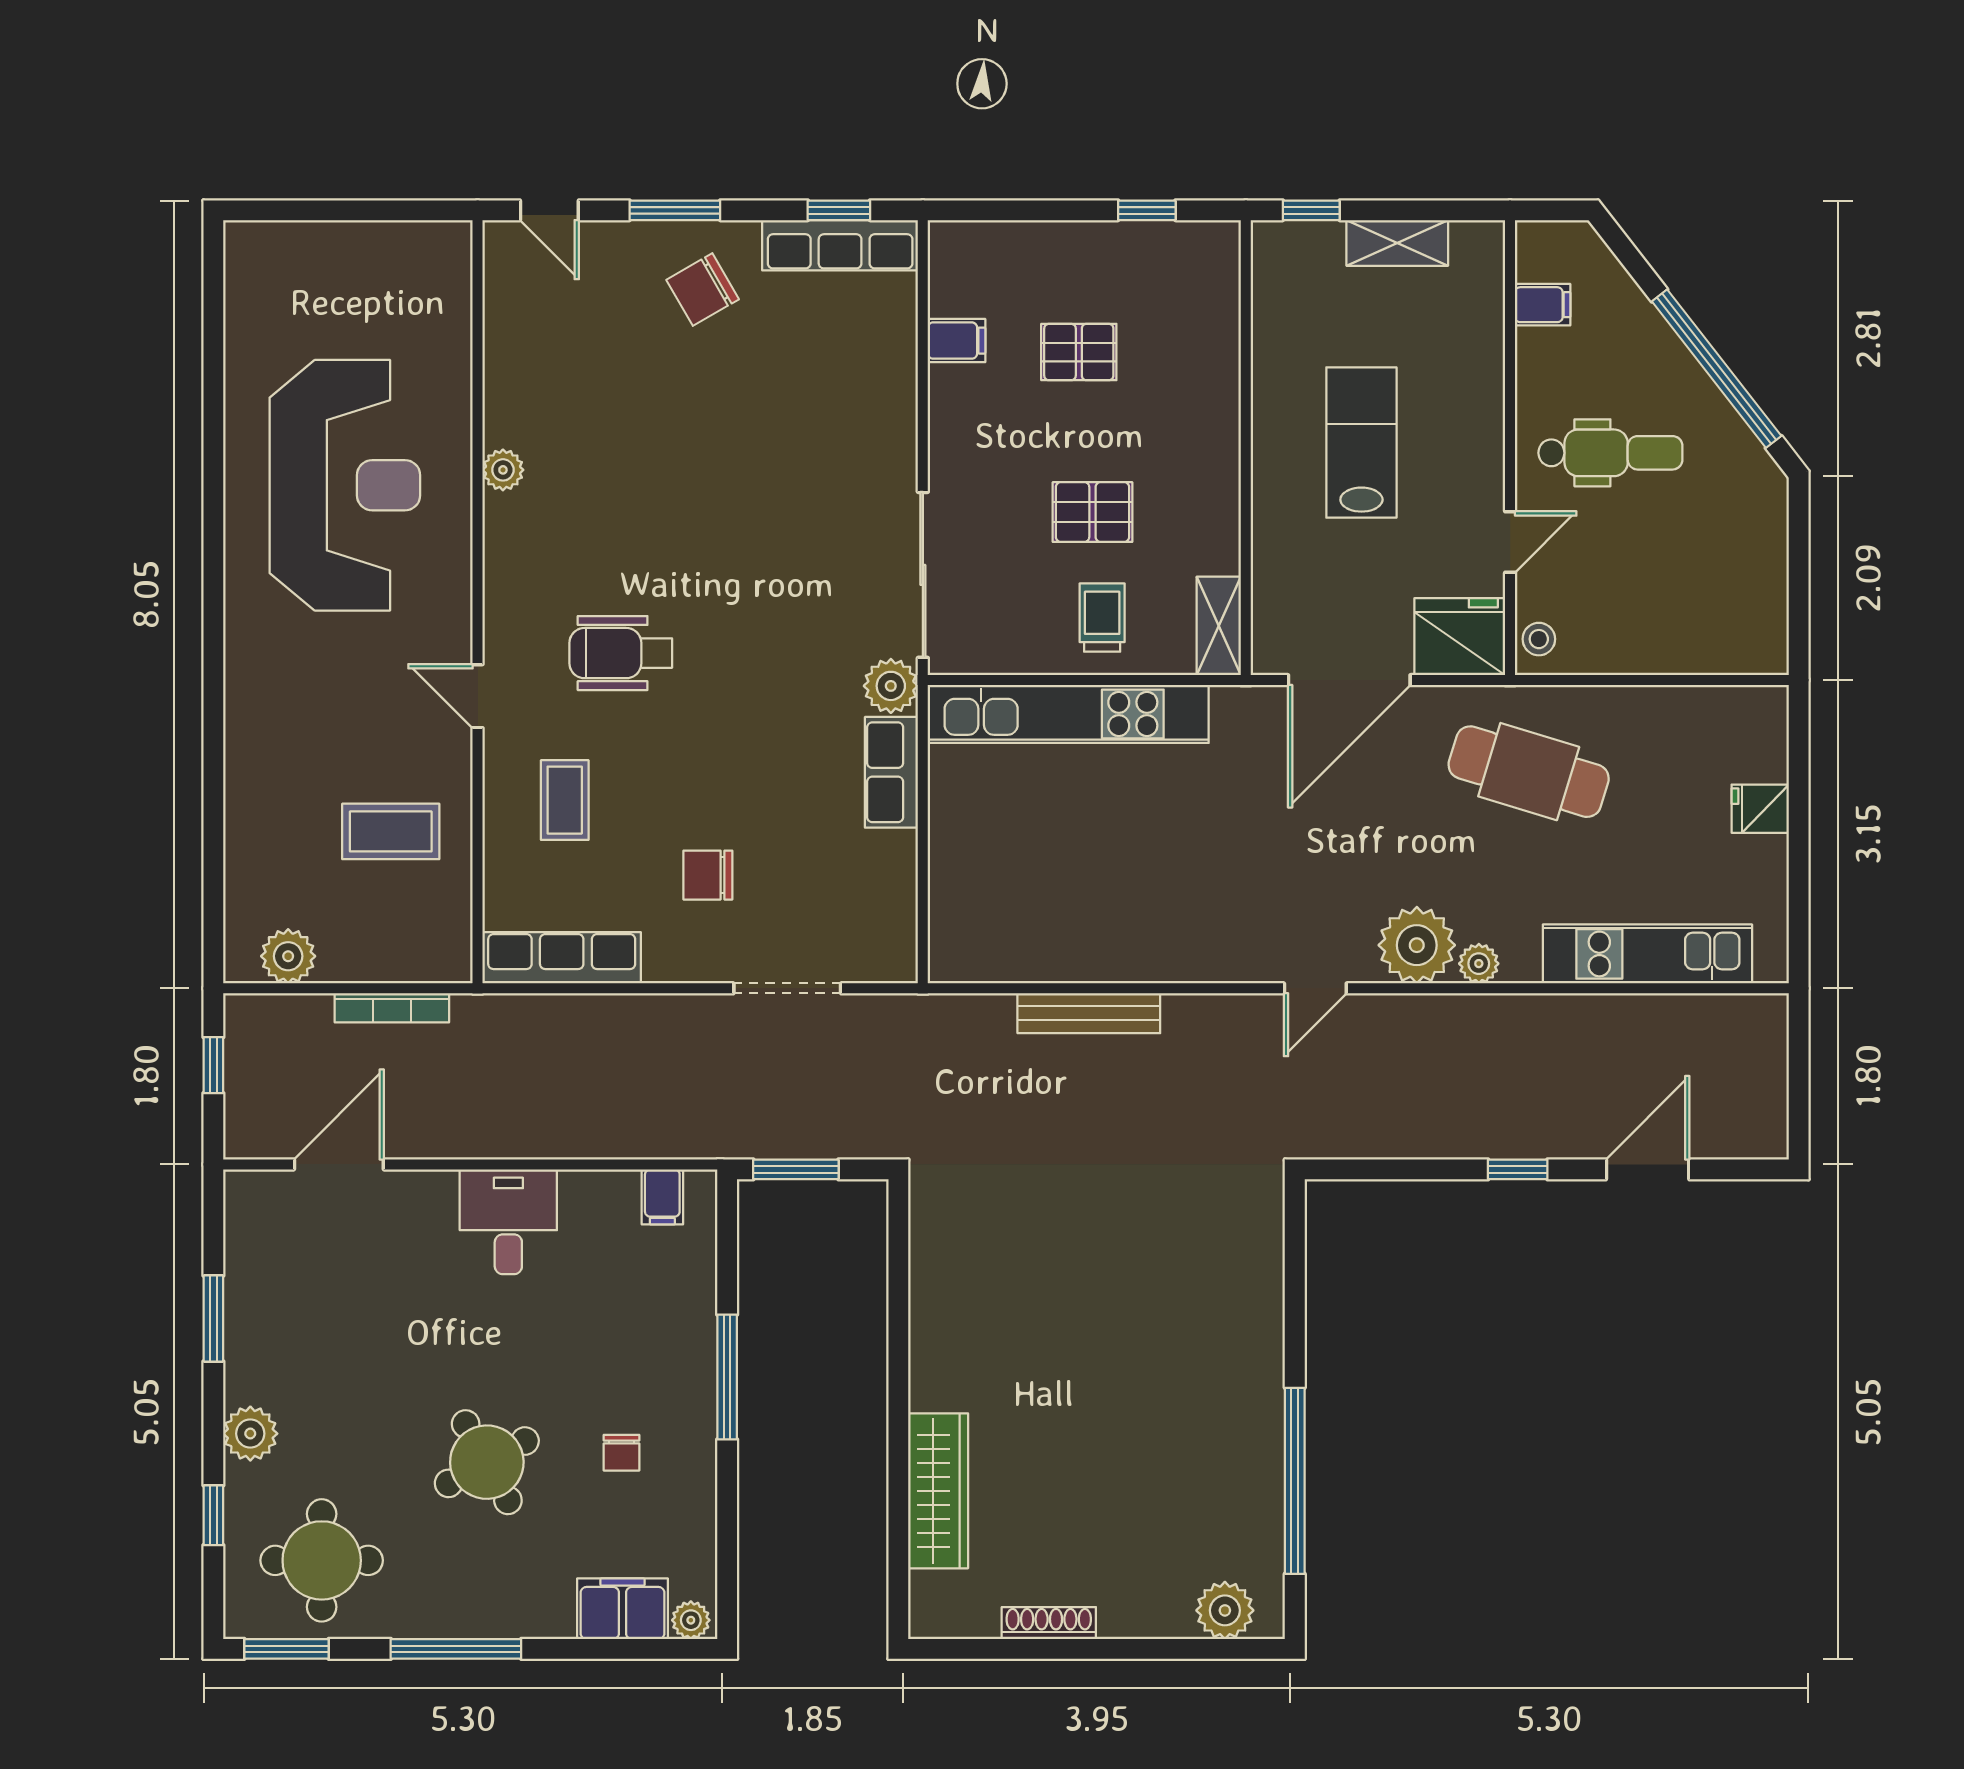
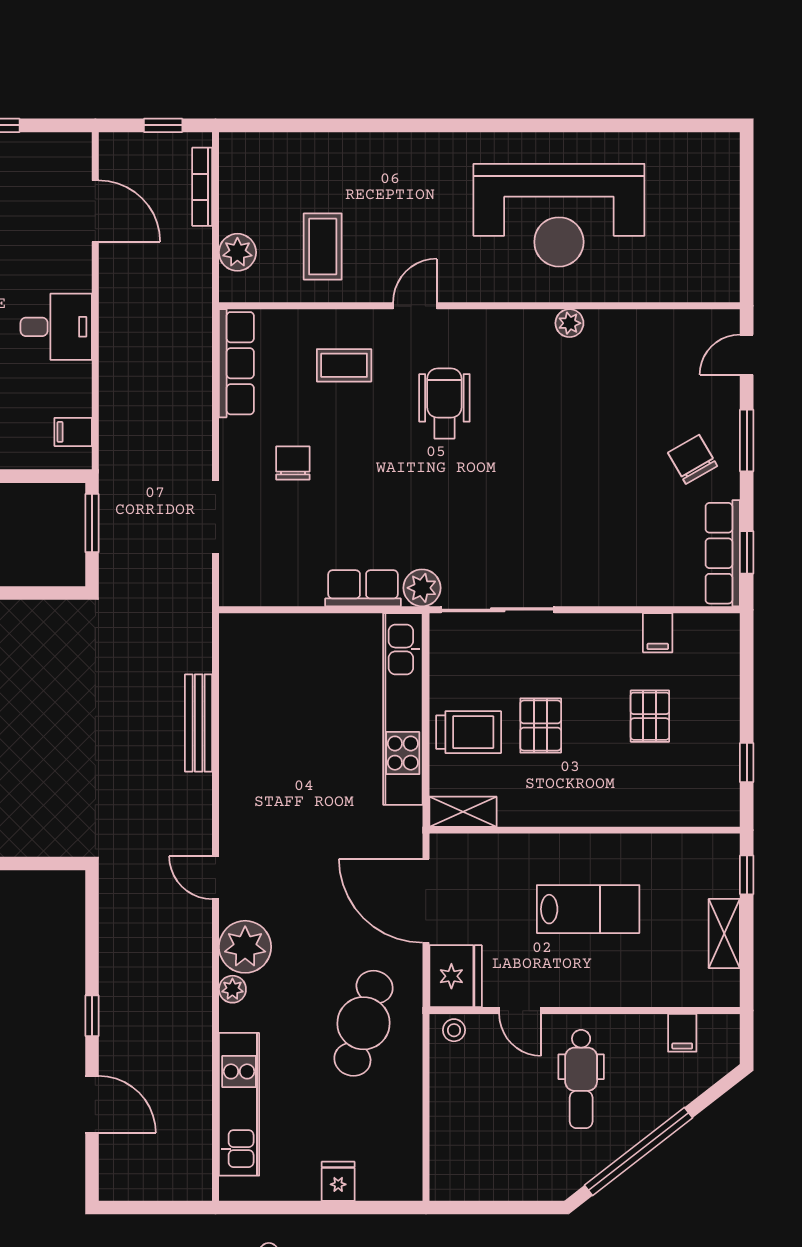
trolley: (1102, 618) -> (469, 732), width x1.36, depth x1.39
plant: (288, 956) -> (237, 252), moved
bookcase: (392, 1008) -> (202, 187), moved

